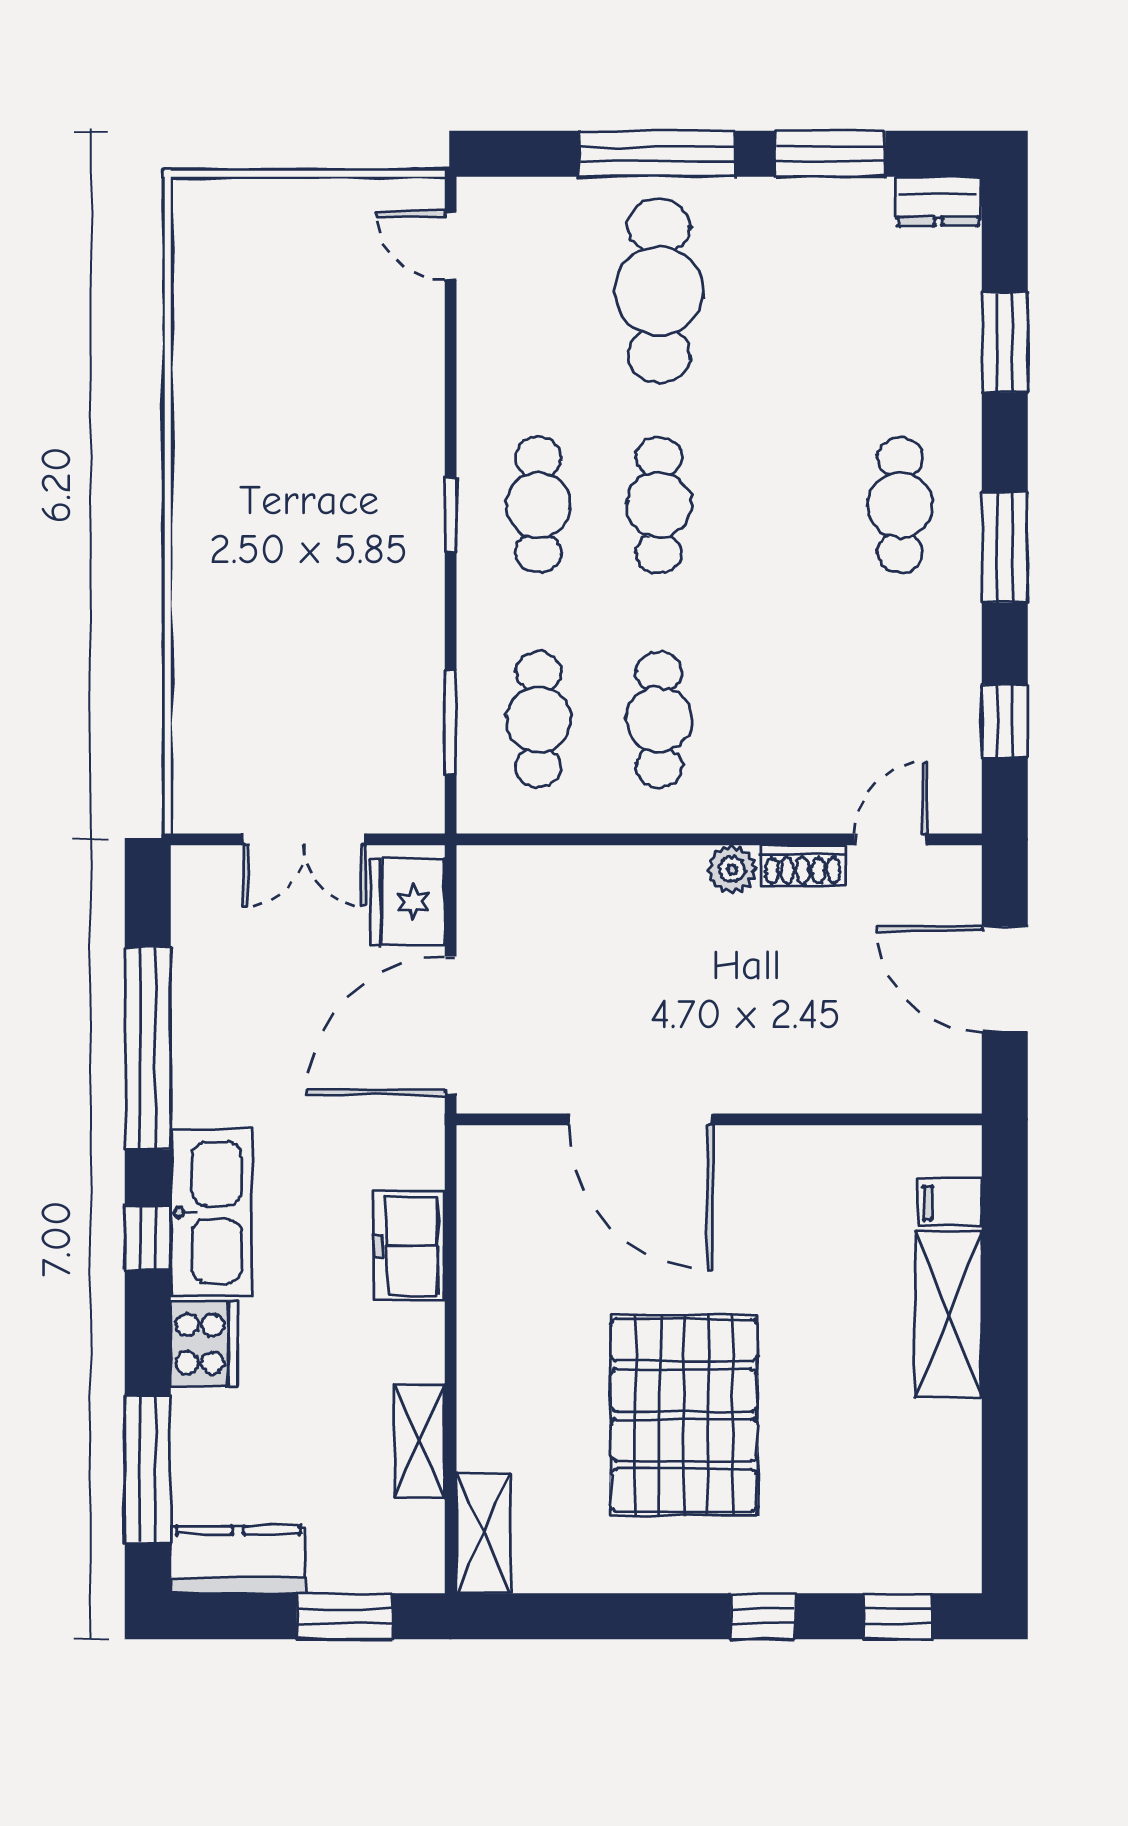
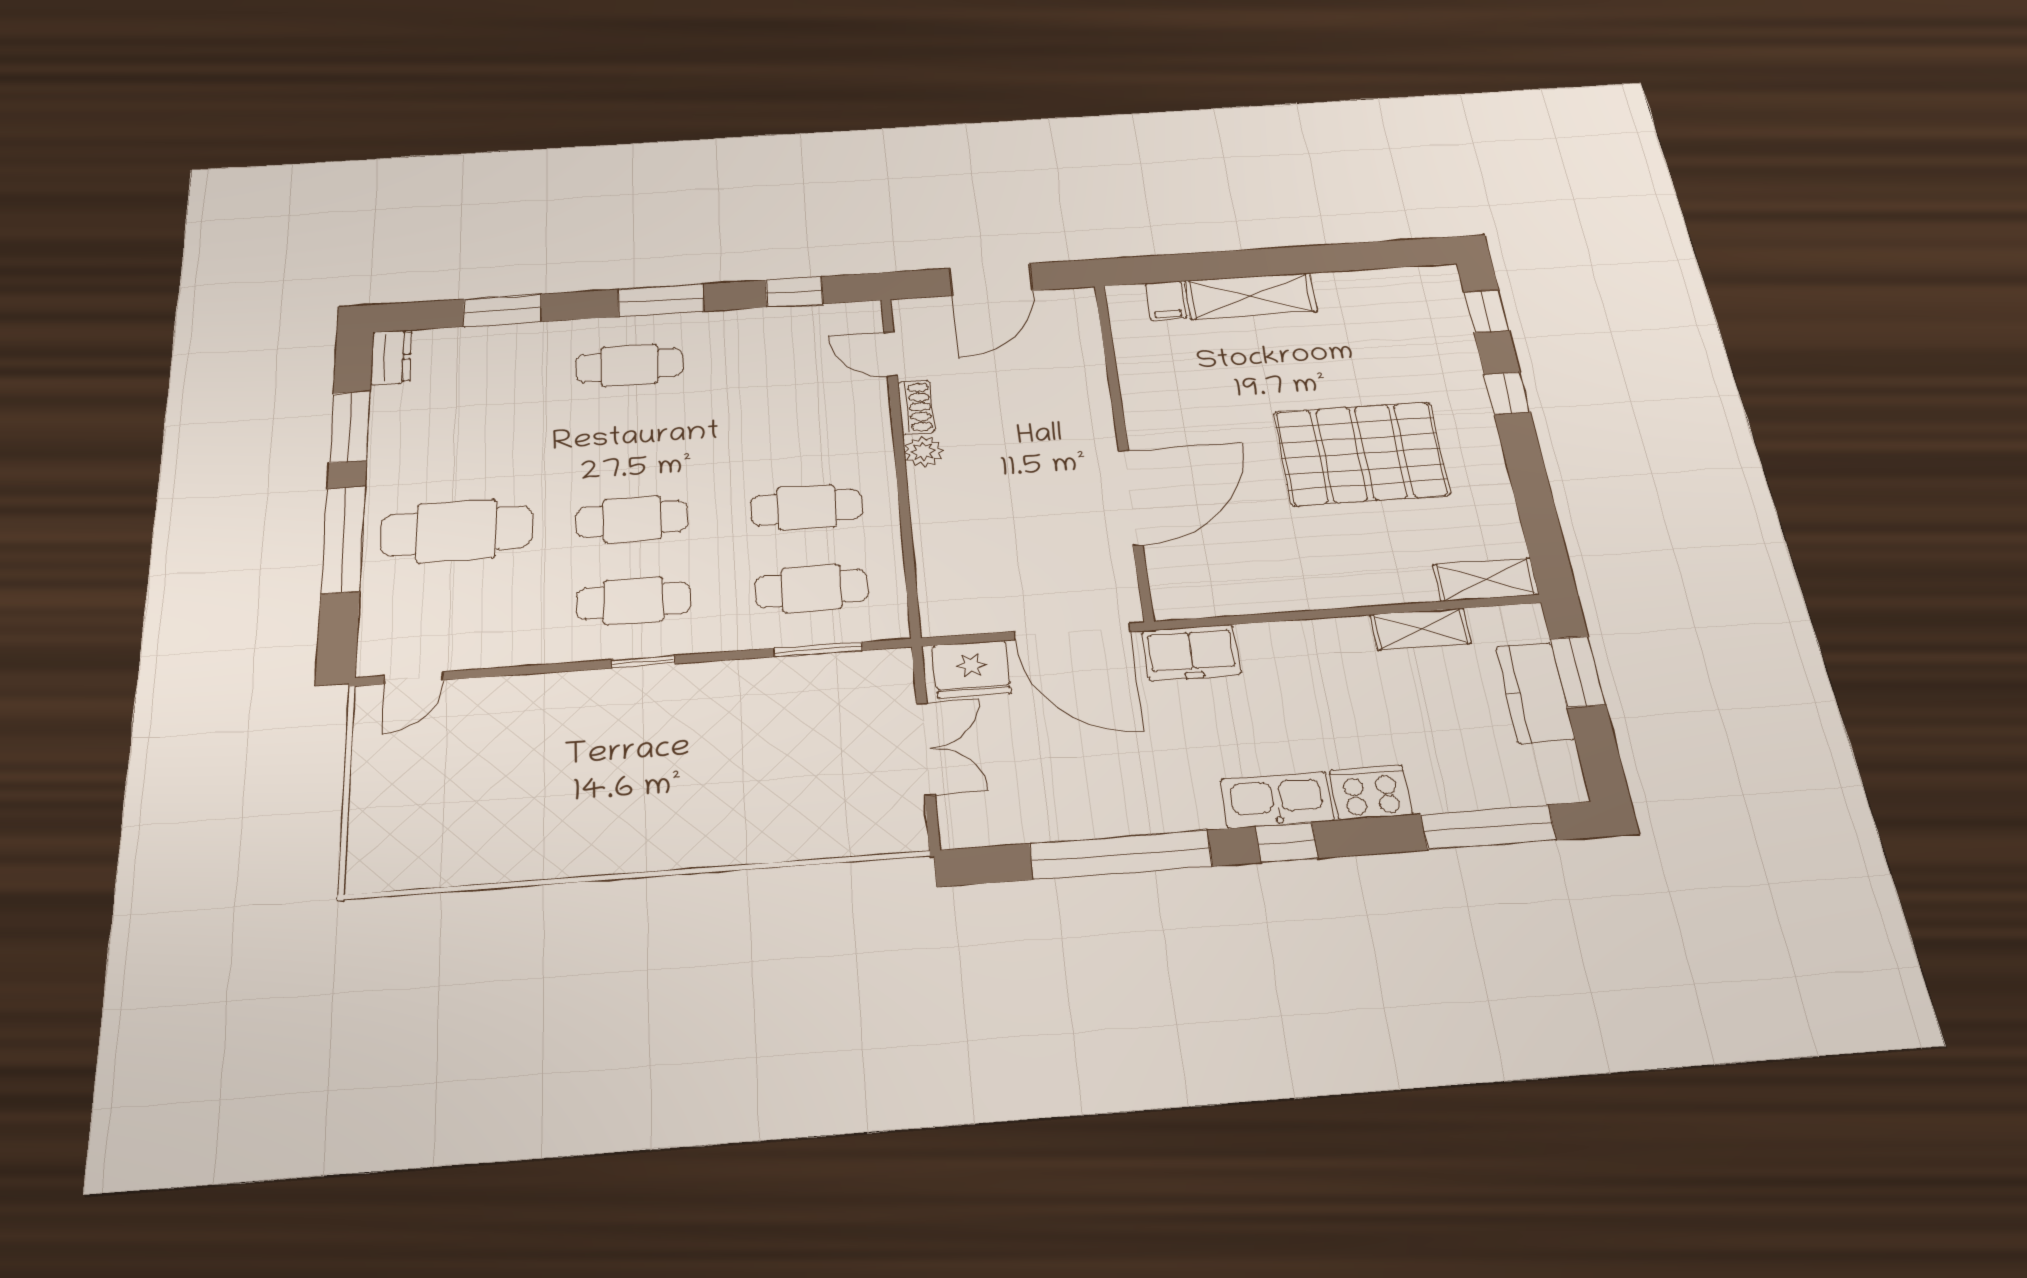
kitchen sink: (211, 1212) -> (1277, 800), width x0.73, depth x0.81
freezer: (409, 1246) -> (1191, 653), moved
kitchen counter: (238, 1560) -> (1535, 693), moved

